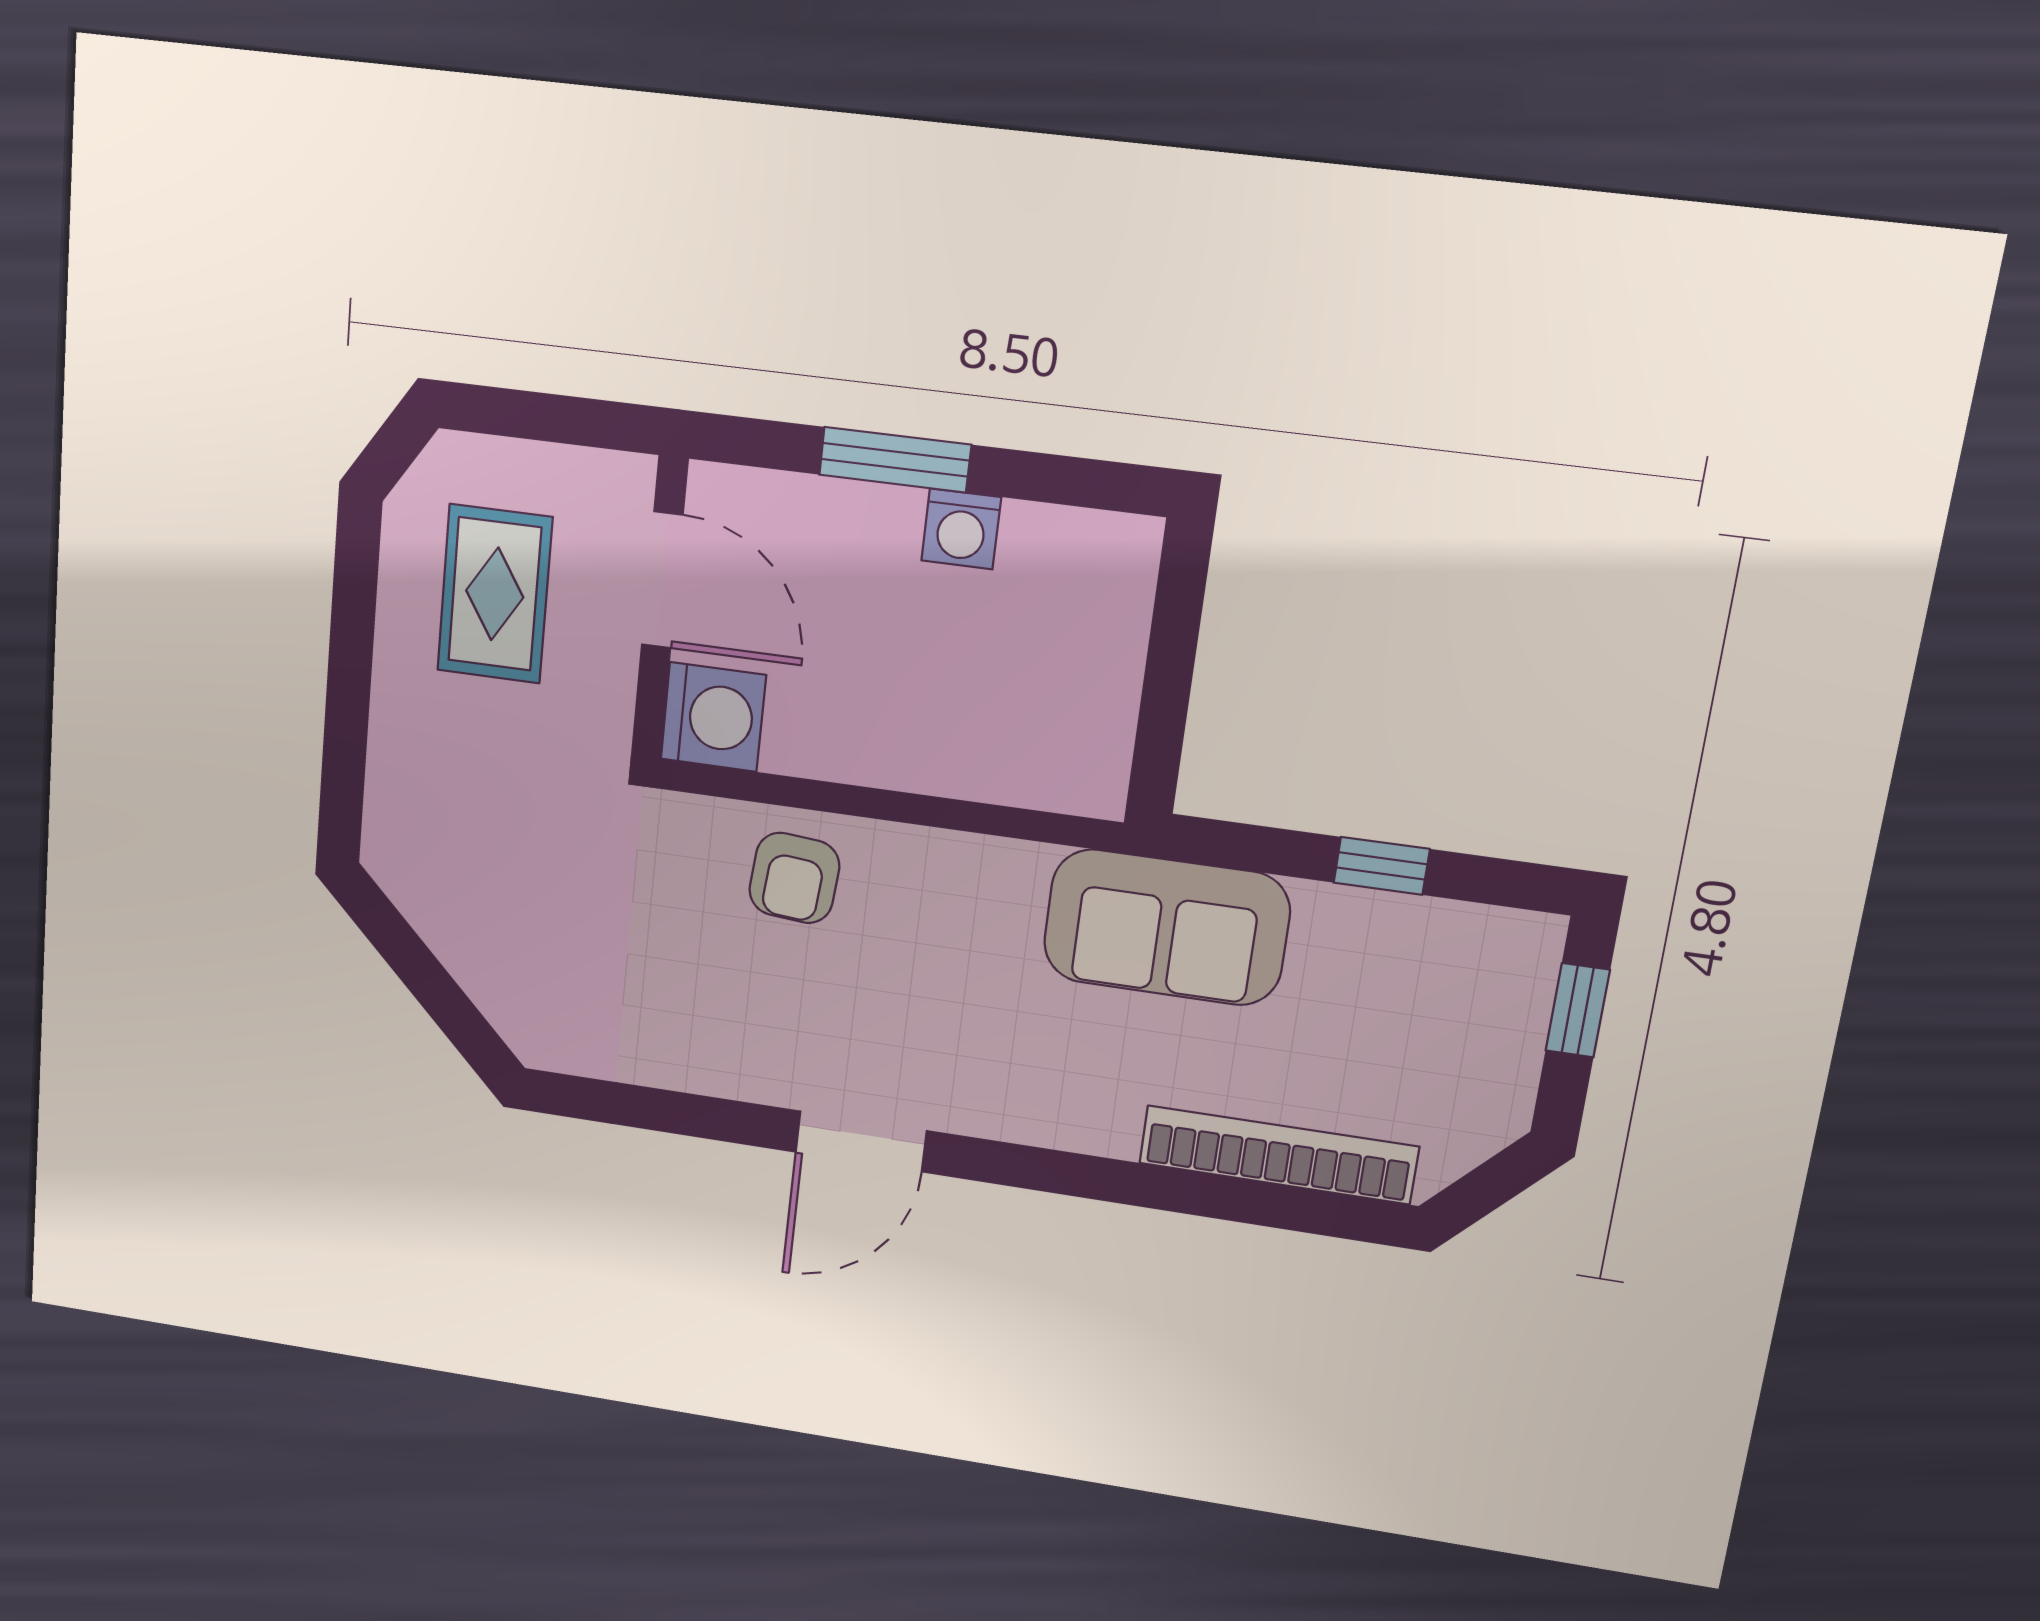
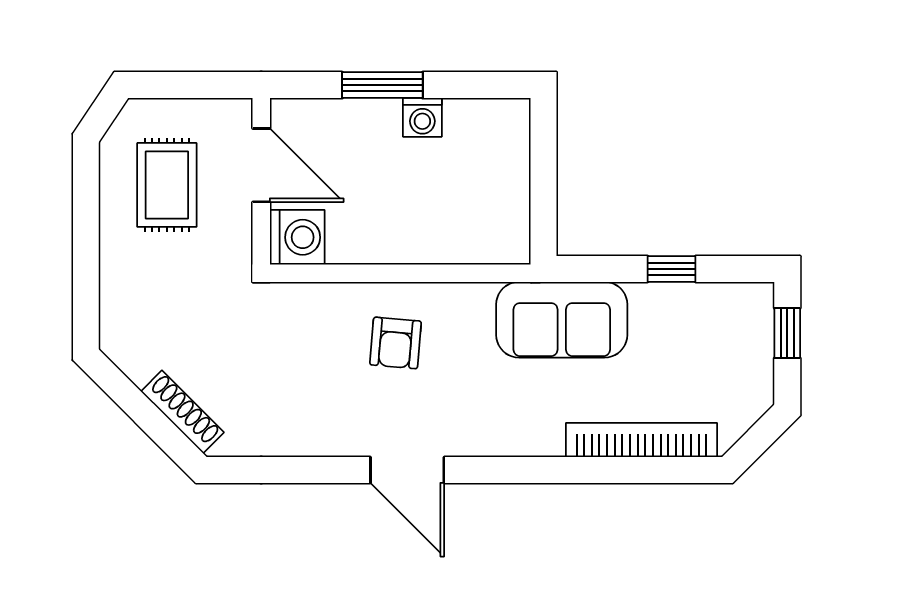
armchair: (794, 878) -> (395, 343), moved
shoe rack: (491, 987) -> (182, 412), added
door: (861, 1141) -> (407, 470), hinge flipped

